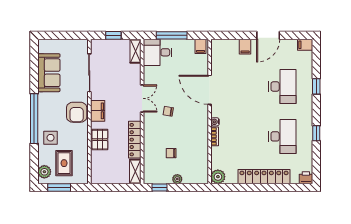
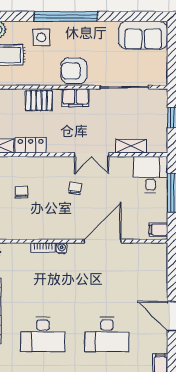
filing cabinet: (245, 47) -> (158, 287), removed
shelving: (135, 51) -> (131, 146), moved
sofa: (49, 73) -> (143, 35), moved
locker: (135, 140) -> (31, 145), width x0.66

